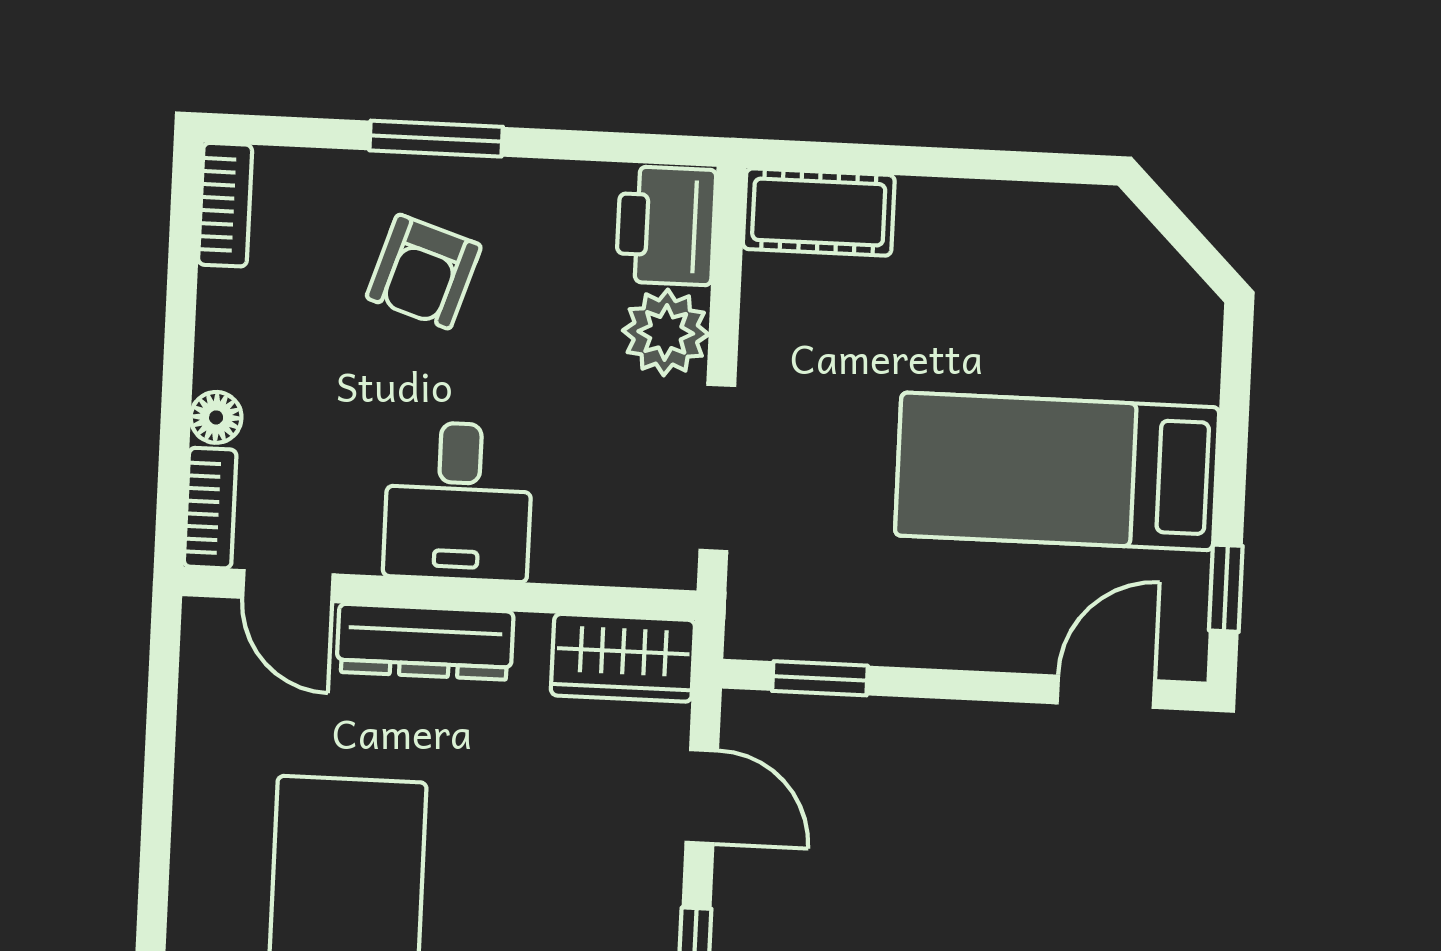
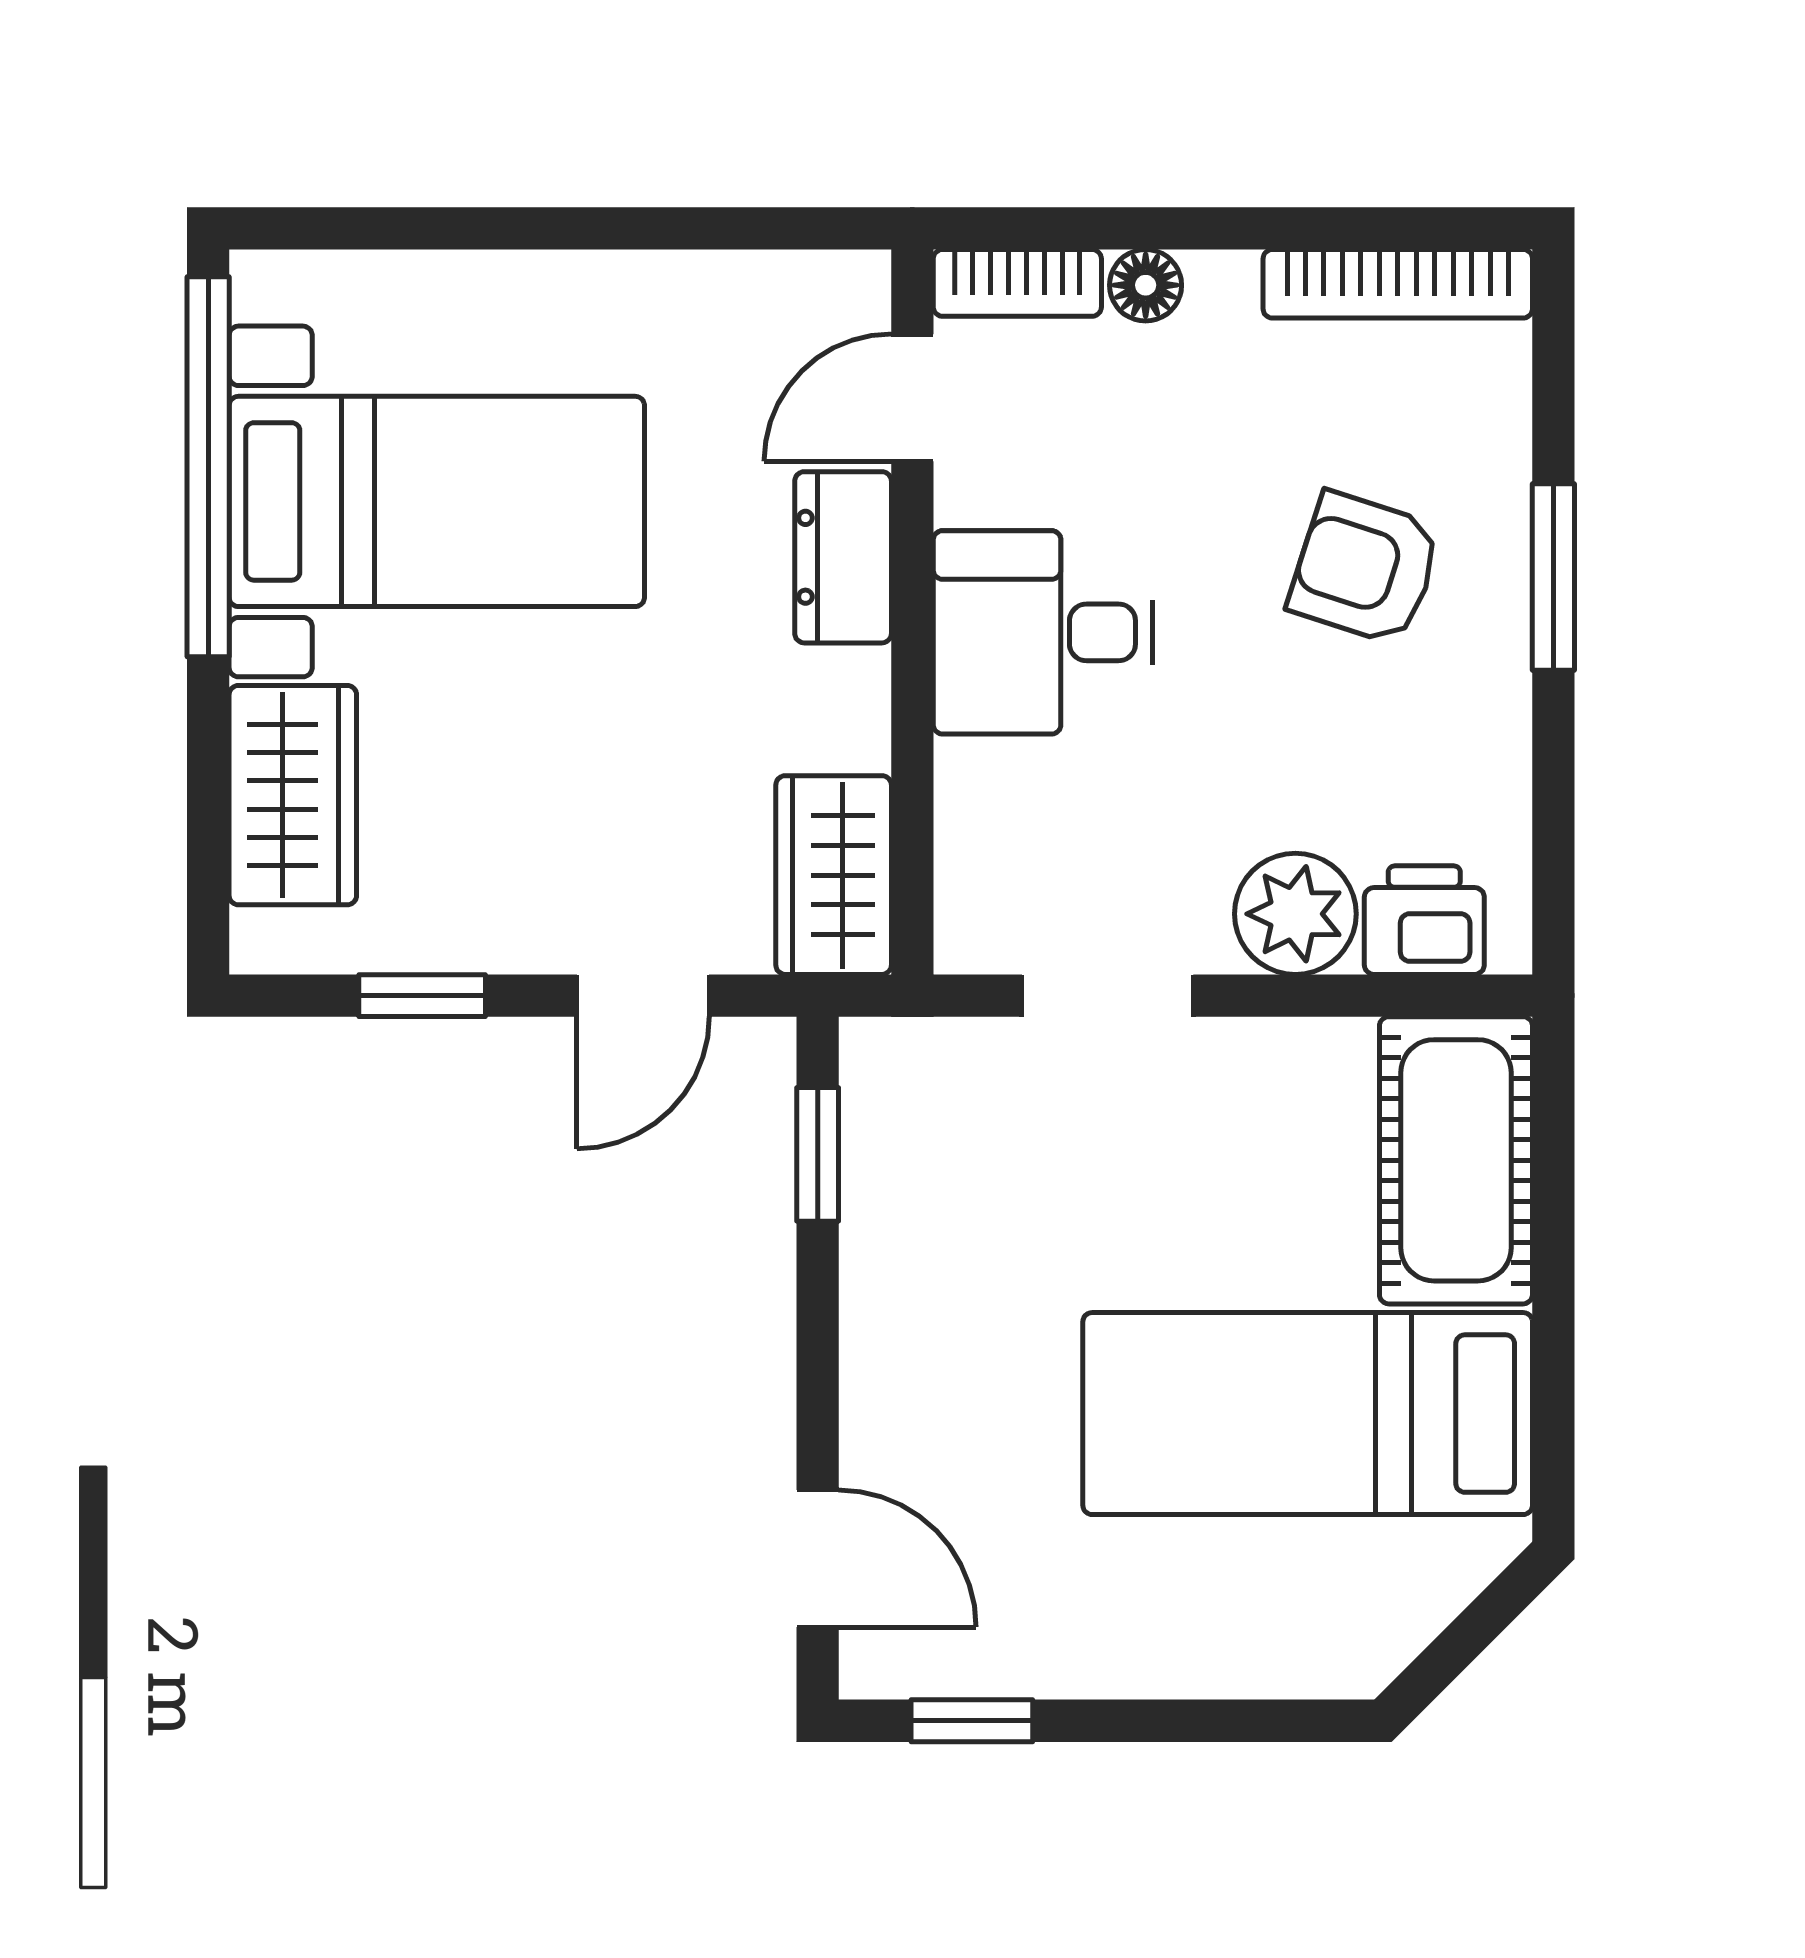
bookcase: (225, 205) -> (1398, 284), width x1.56
cot: (819, 212) -> (1456, 1160), width x1.37, depth x1.34
printer: (666, 226) -> (1424, 920), width x0.73, depth x0.81
doorway: (717, 468) -> (1108, 996), width x0.73
bed: (1057, 471) -> (1308, 1414), moved, turned -90
dresser: (425, 642) -> (843, 557), width x0.70

